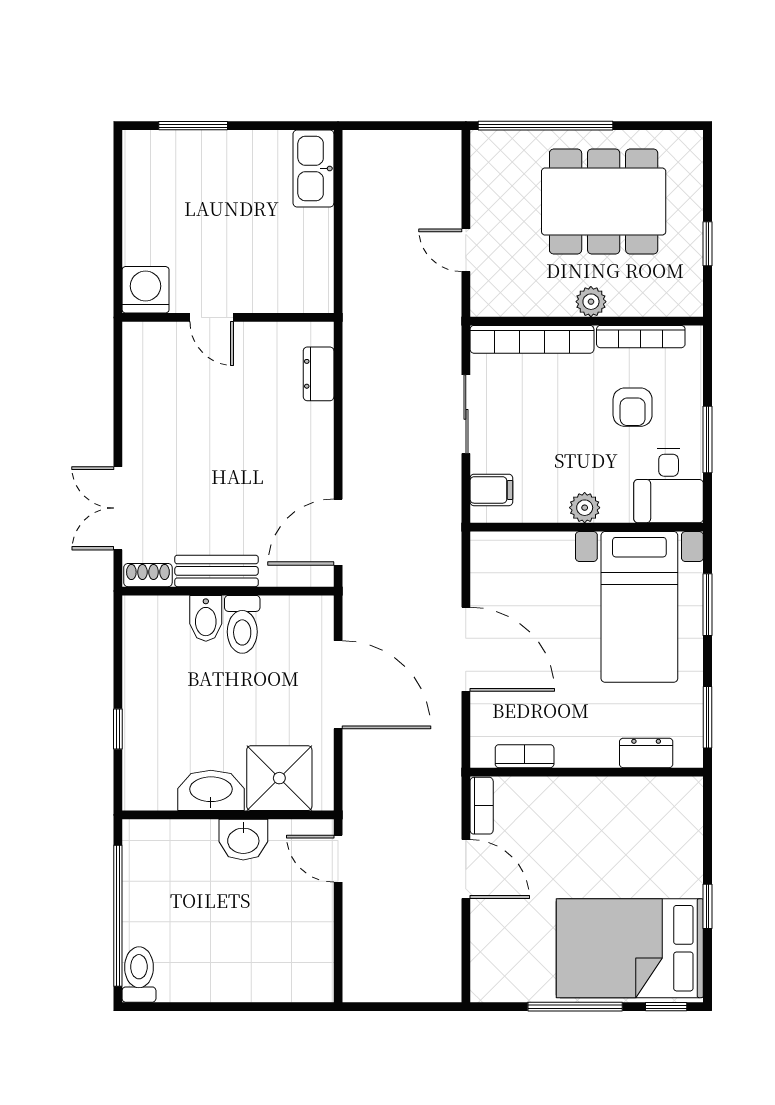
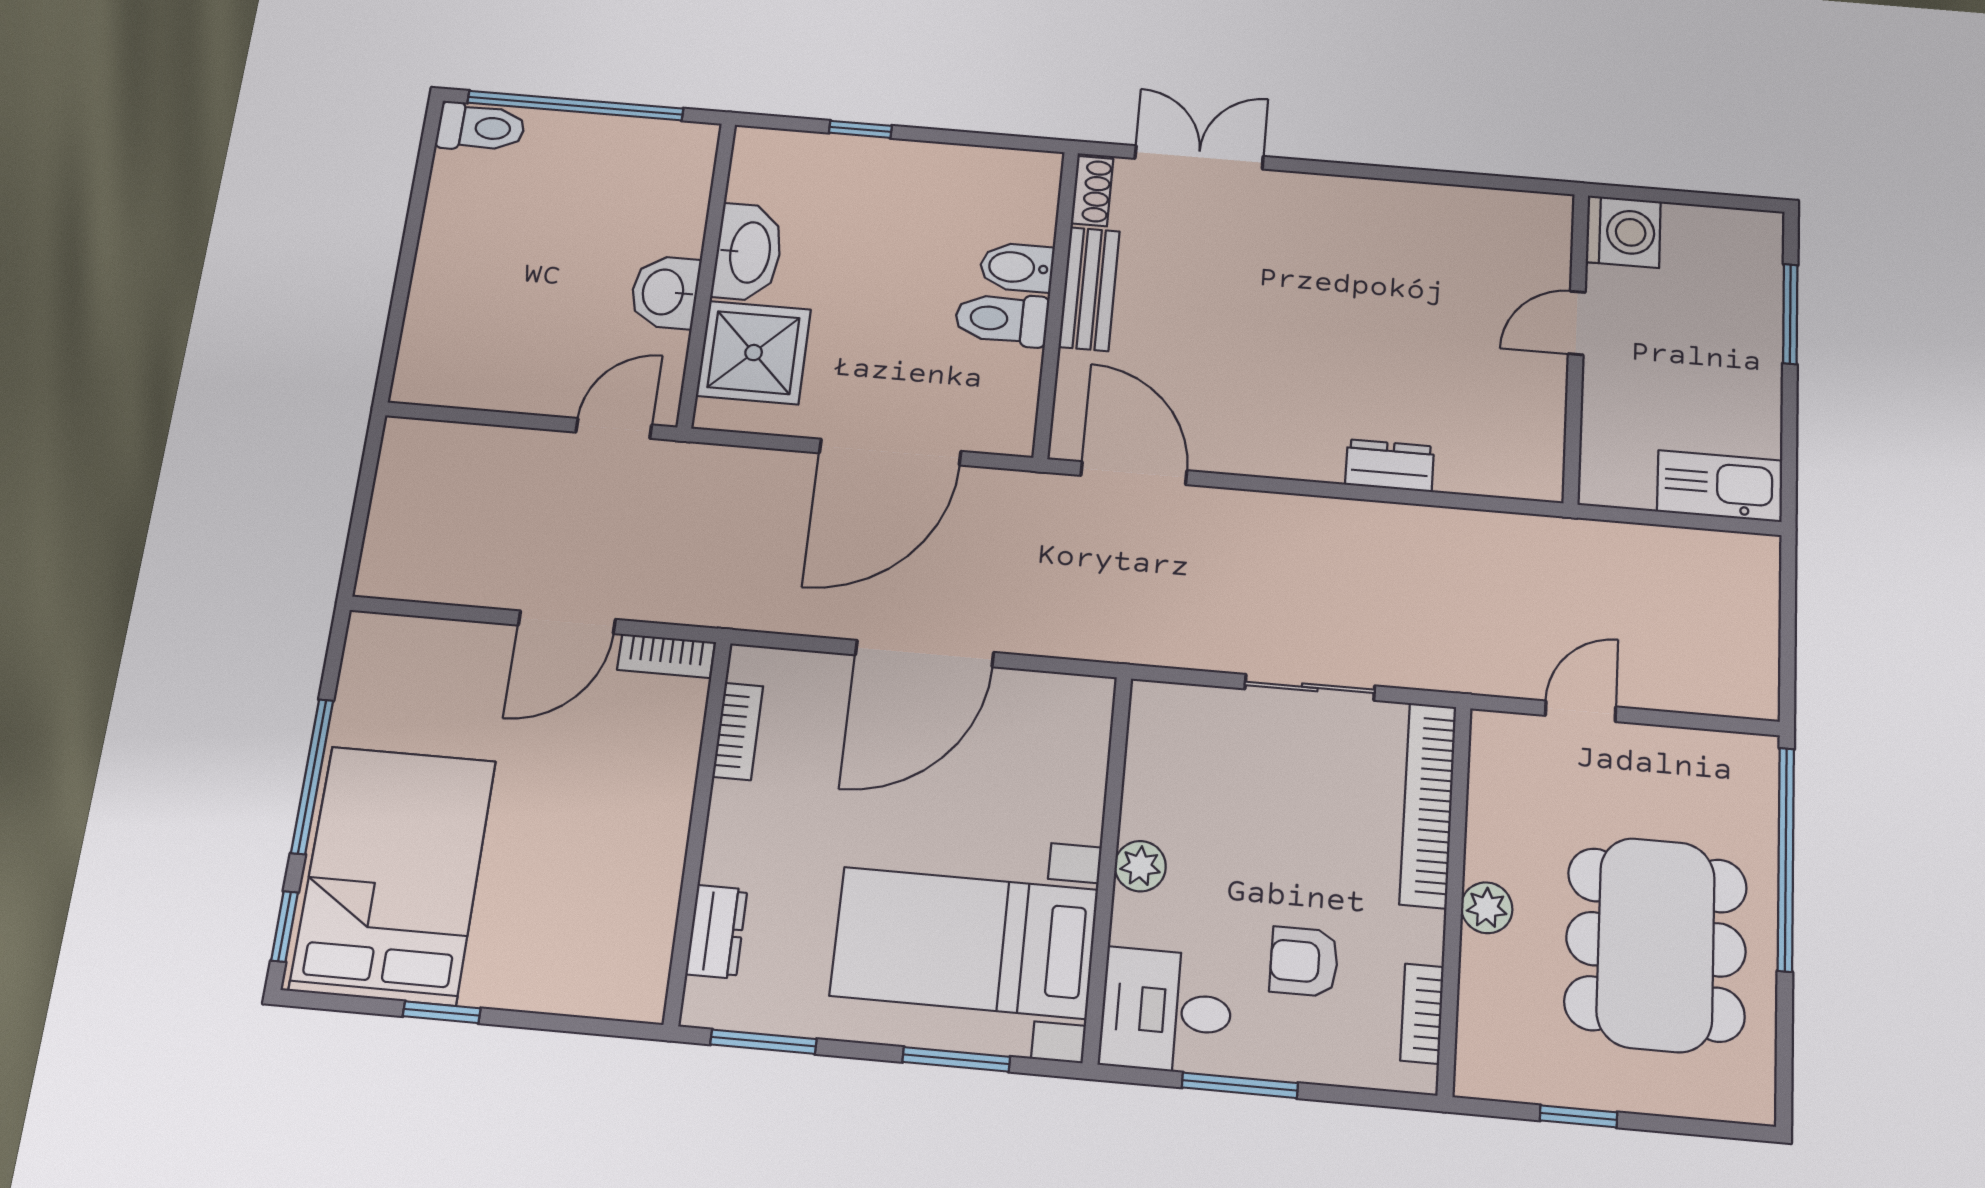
washing machine: (146, 290) -> (1623, 232), moved
door: (212, 317) -> (1577, 323), moved
wall: (228, 317) -> (1576, 347), moved
bookcase: (641, 337) -> (1422, 1014), width x0.64
filing cabinet: (491, 490) -> (1182, 717), removed

